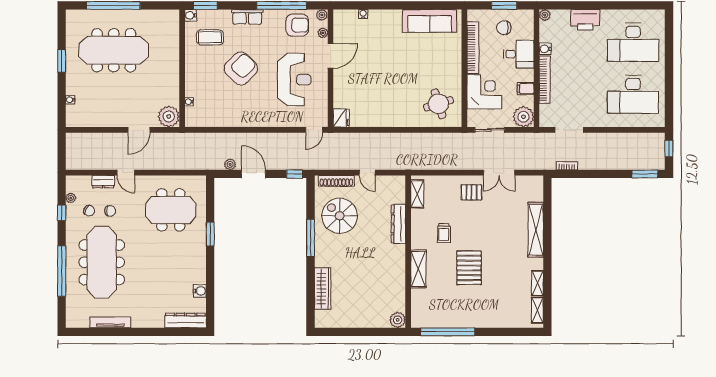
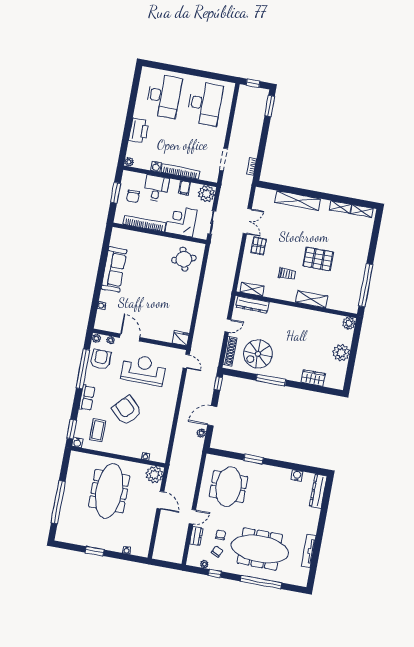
sofa: (430, 21) -> (114, 269), moved
meeting table: (114, 50) -> (109, 491), moved
dresser: (398, 224) -> (252, 305), moved
wardrobe: (323, 289) -> (313, 378), width x0.67
plant: (360, 317) -> (341, 353), added

